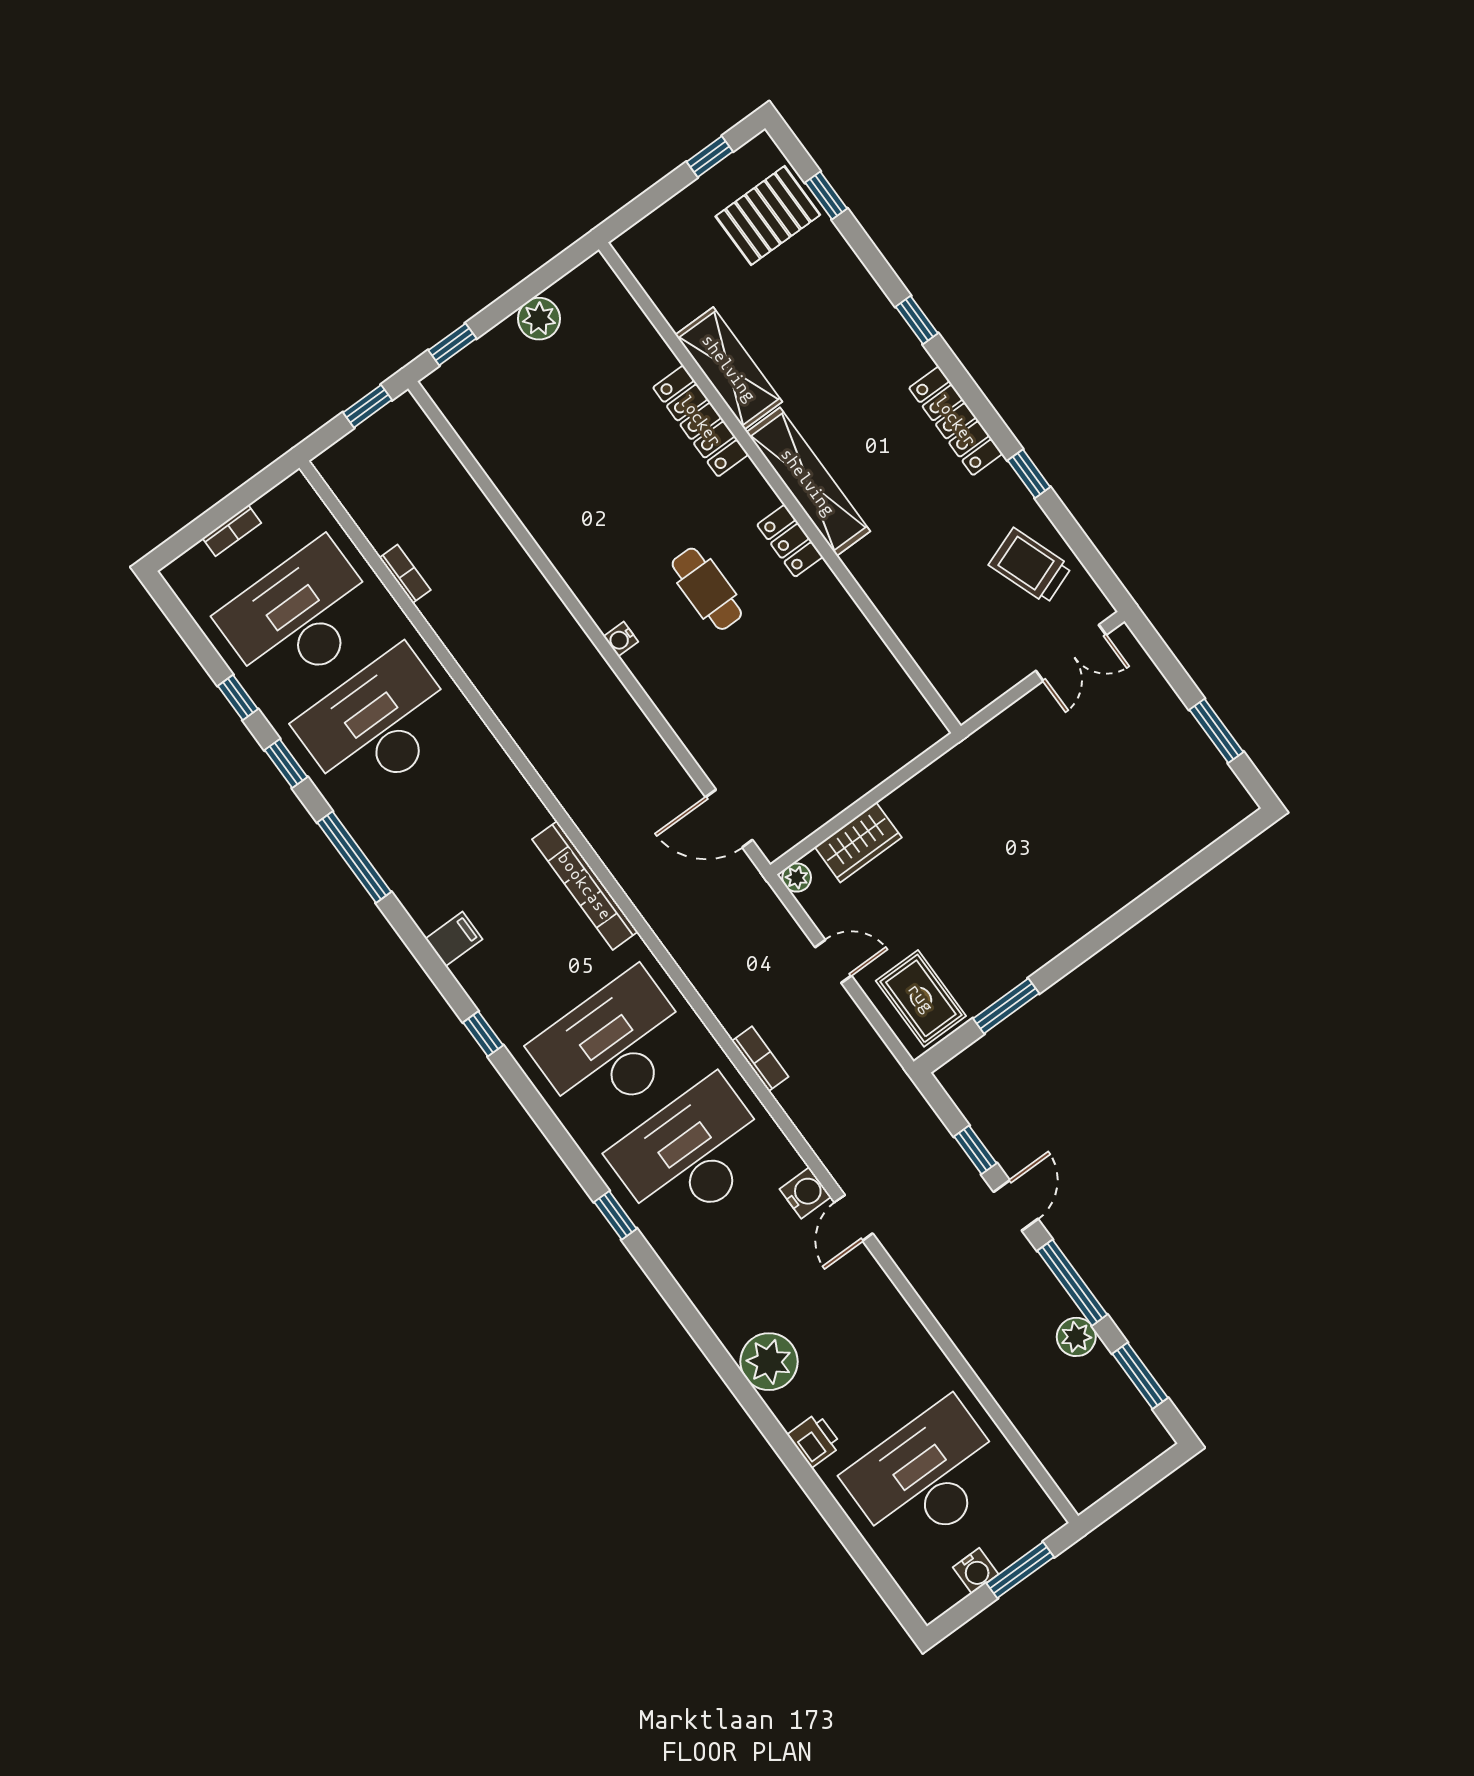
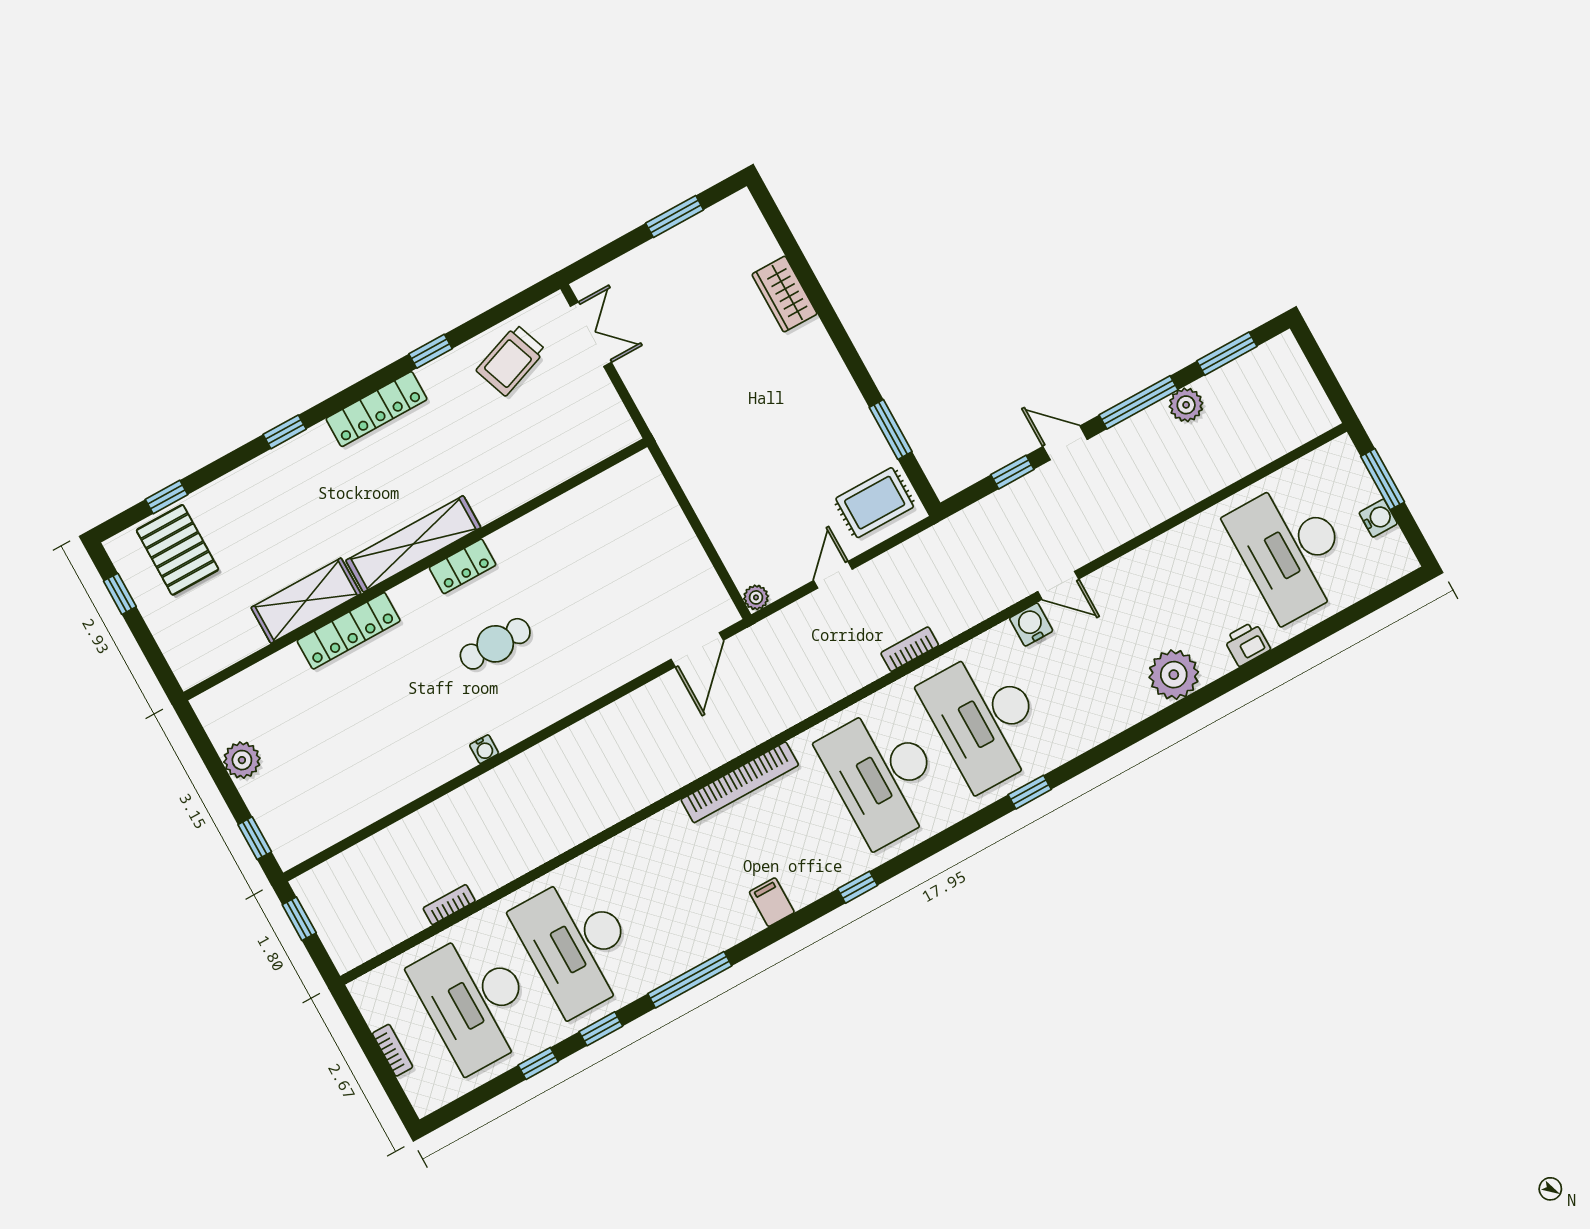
water cooler: (621, 639) -> (484, 749), moved
wardrobe: (858, 842) -> (784, 294), moved, turned 180

